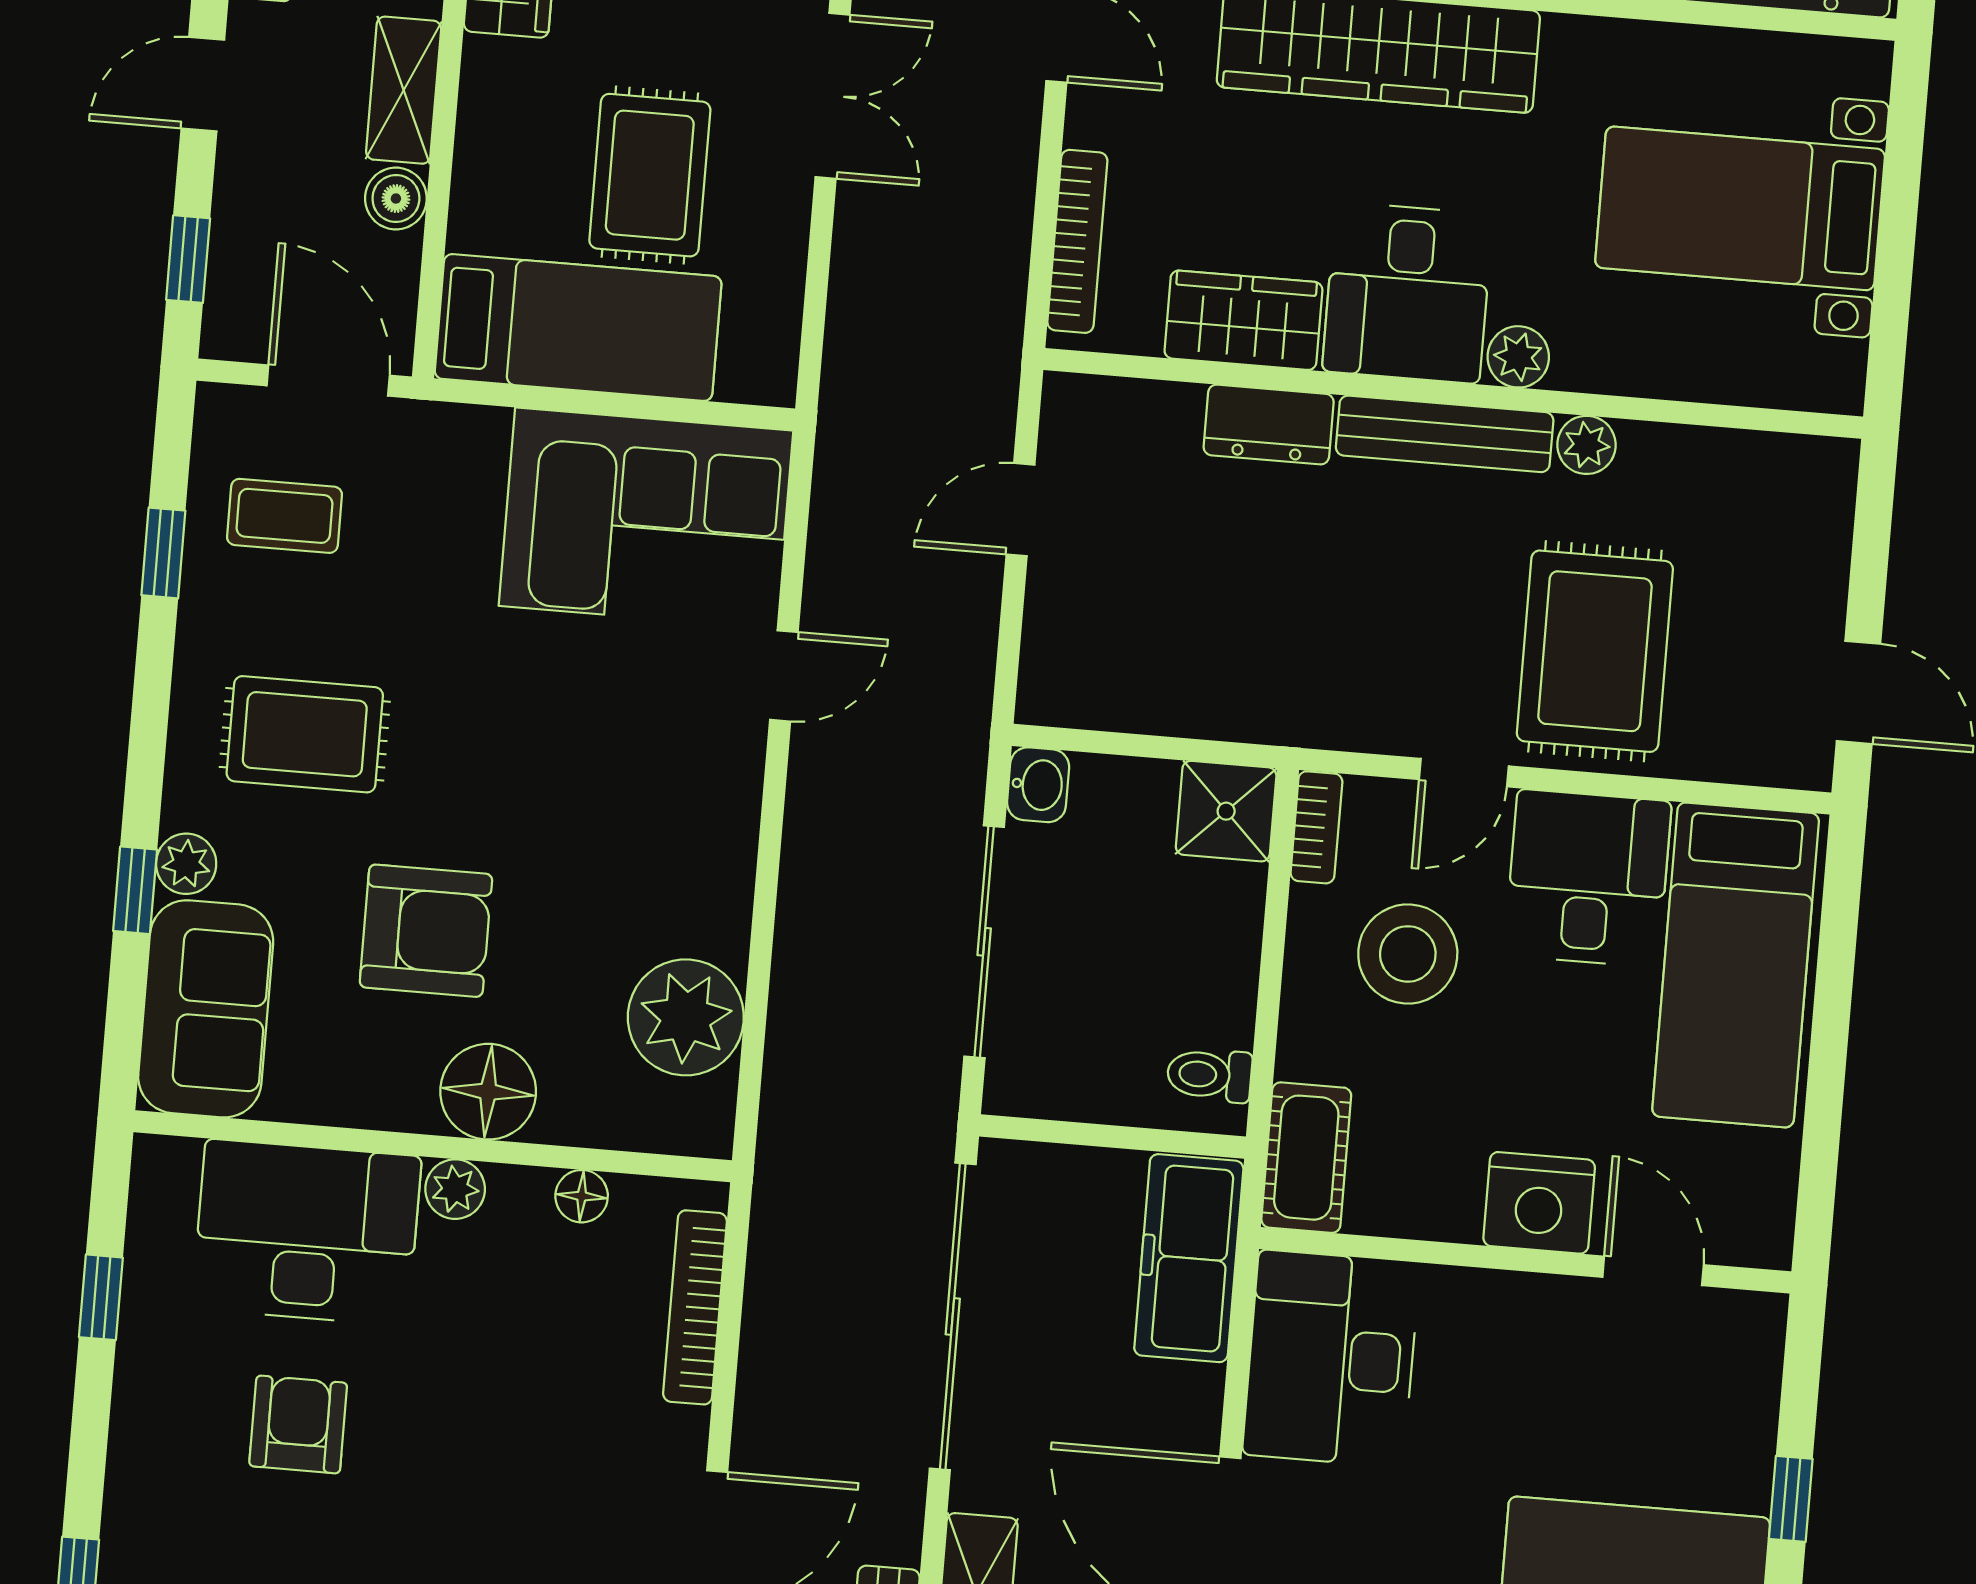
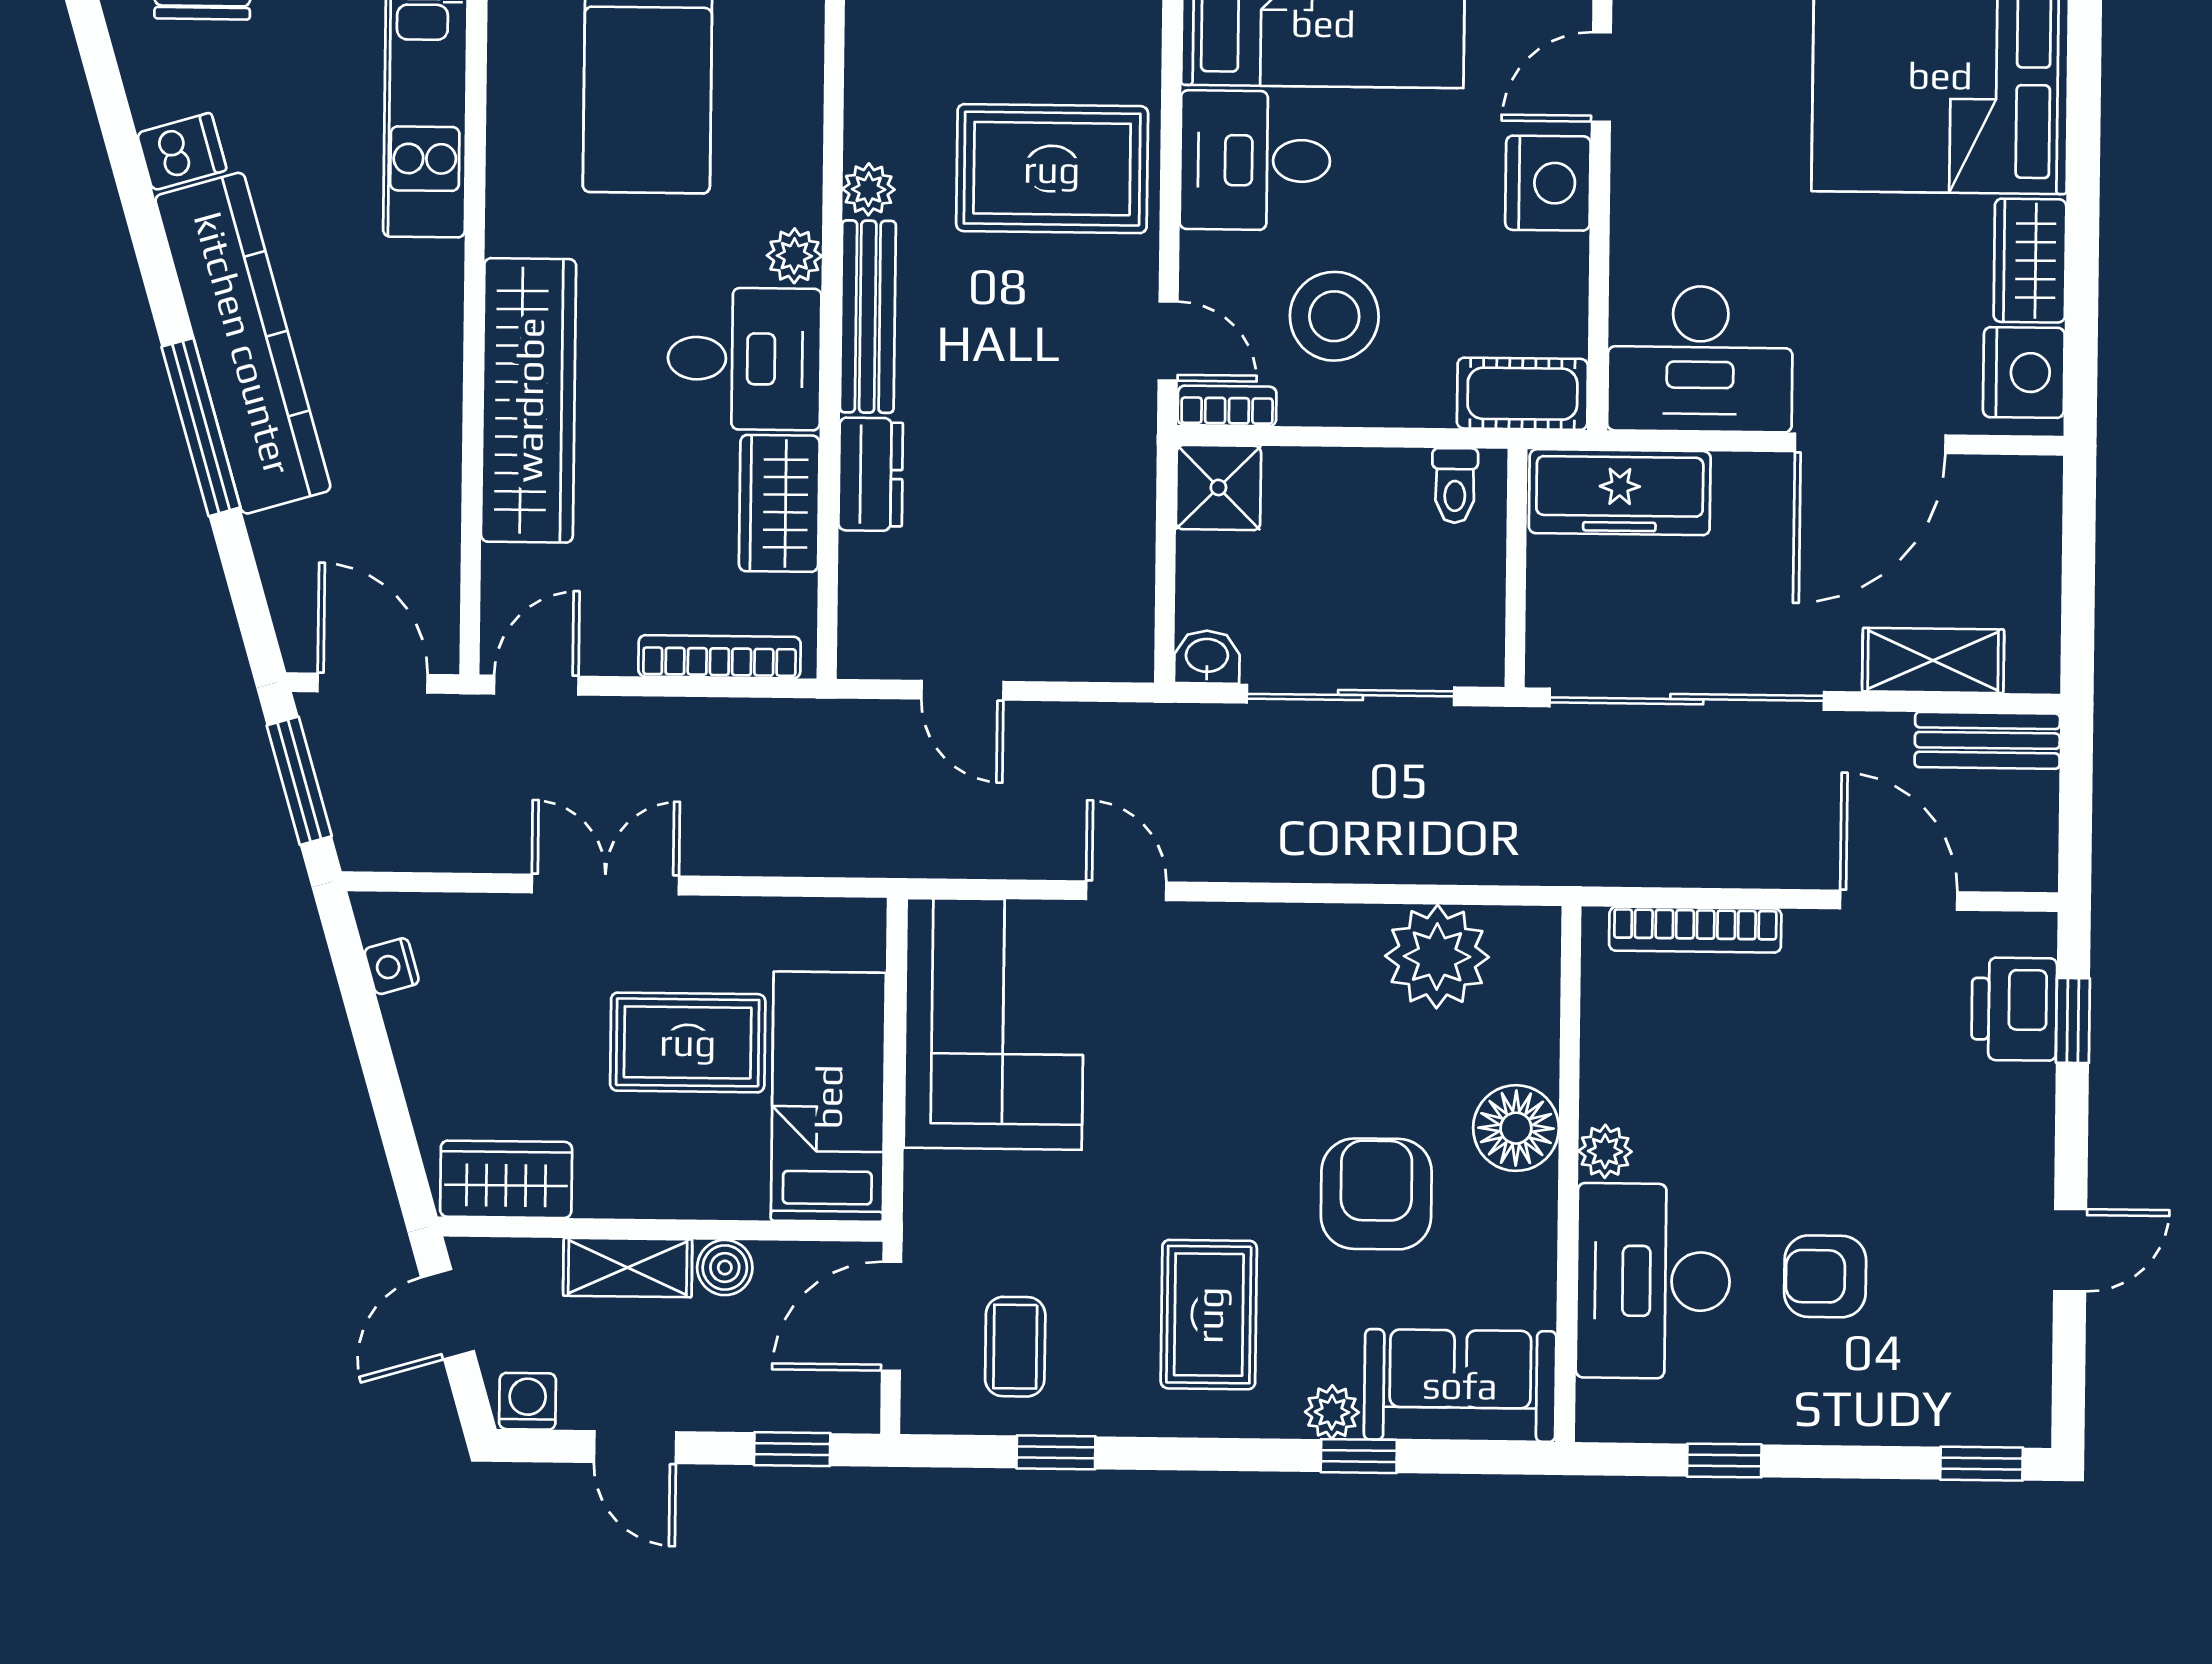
door: (1464, 773) -> (1168, 341), moved
floor lamp: (582, 1196) -> (1603, 1038), removed

